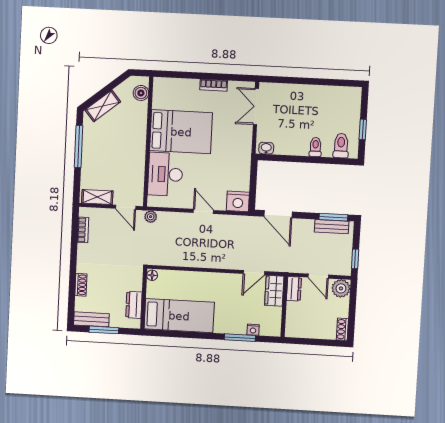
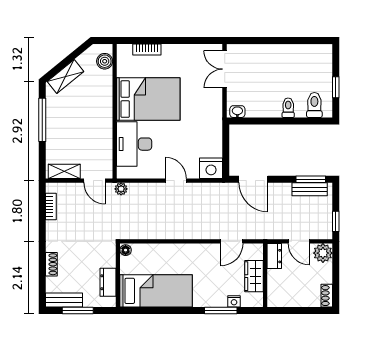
bookcase: (214, 85) -> (147, 49), moved
wardrobe: (274, 291) -> (254, 276), moved

